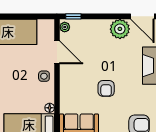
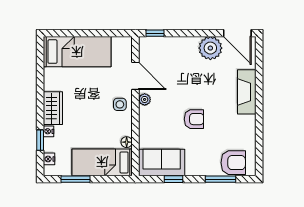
plant: (65, 27) -> (145, 99), moved
armchair: (106, 88) -> (194, 119), turned -90

